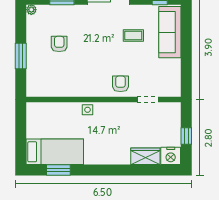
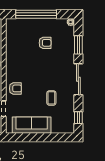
sofa: (170, 32) -> (32, 125), moved
window: (21, 56) -> (36, 14), width x2.11

